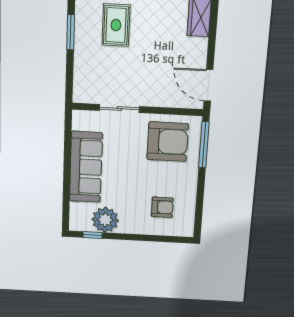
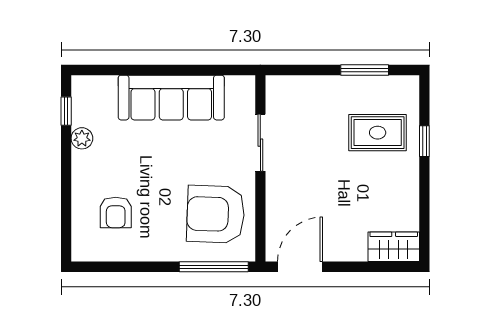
armchair: (168, 142) -> (216, 214), turned 92
plant: (105, 220) -> (82, 138), width x0.53, depth x0.53

